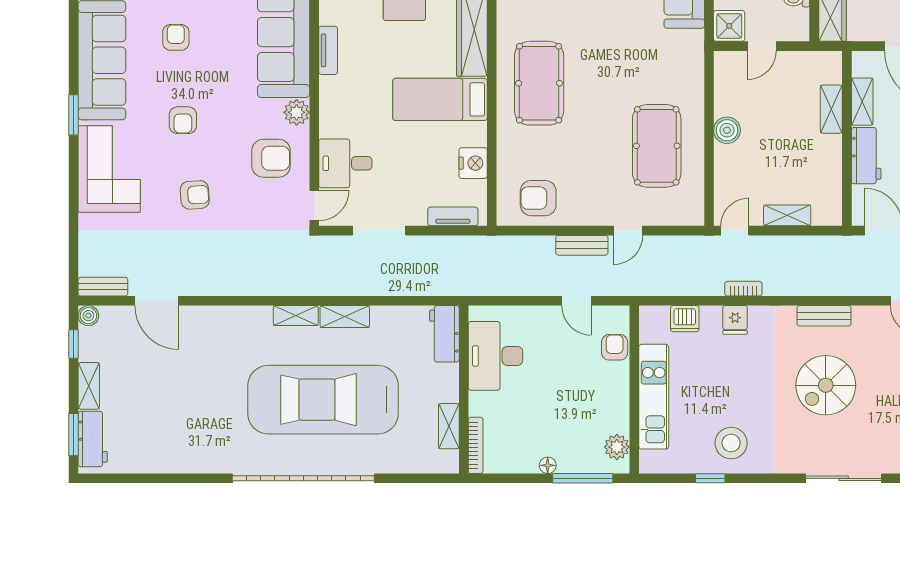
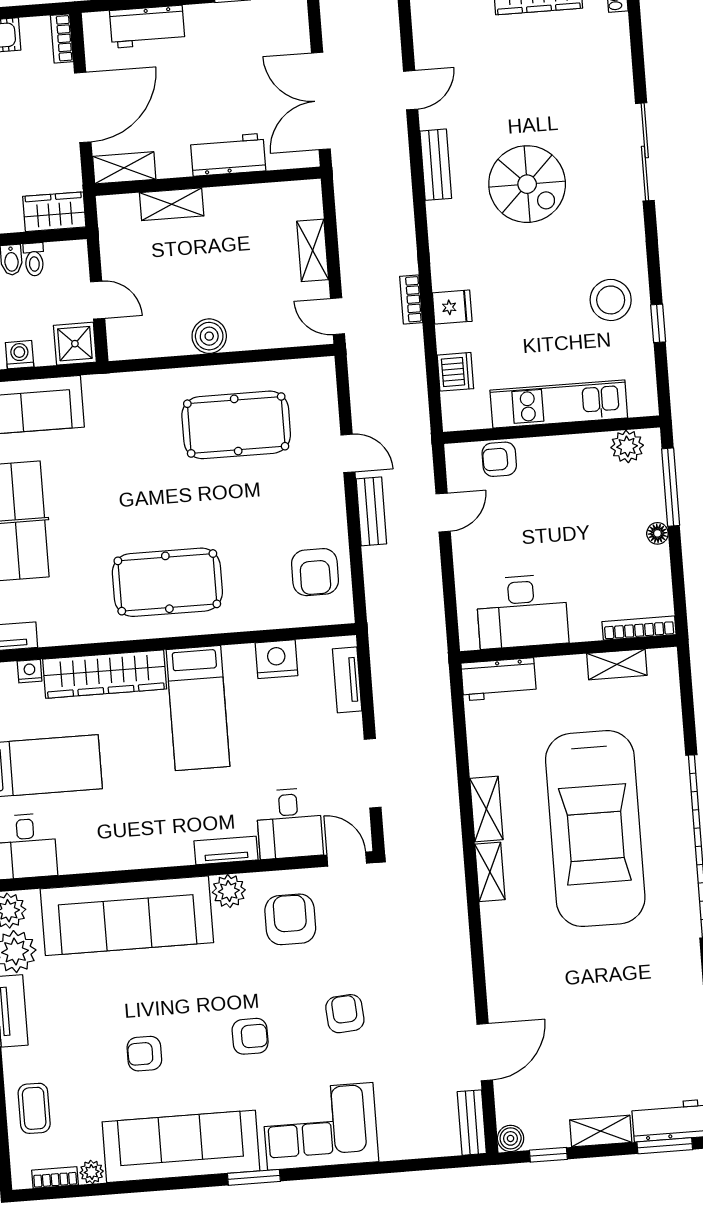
tv unit: (328, 50) -> (226, 850), moved
shelving: (862, 102) -> (124, 168), moved
bench: (824, 316) -> (436, 165), moved

